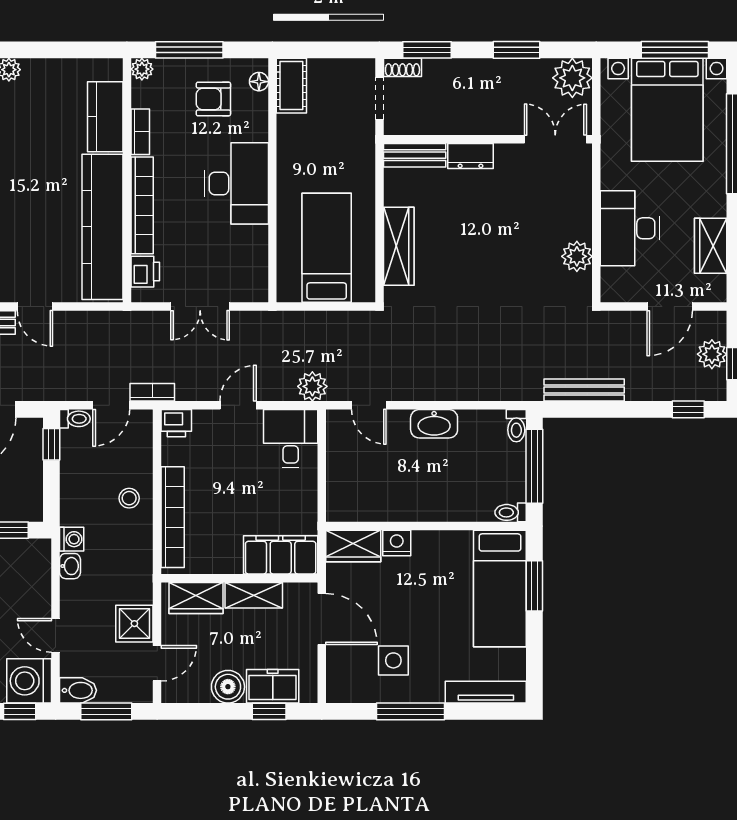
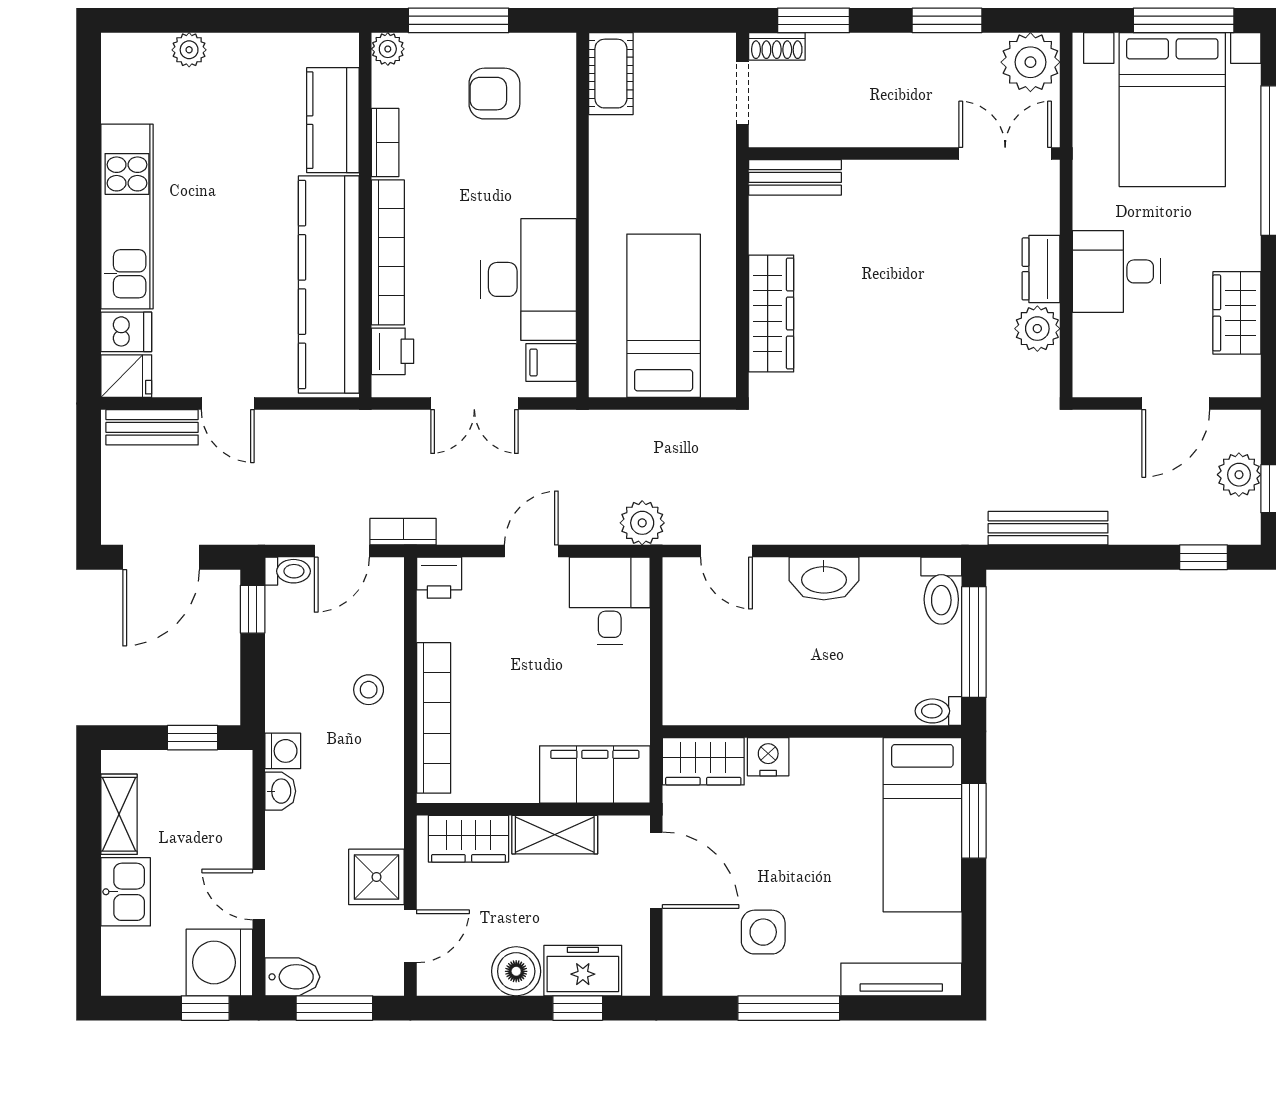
floor lamp: (259, 82) -> (562, 68), removed
dresser: (470, 156) -> (1041, 269), moved, turned 90
desk: (236, 183) -> (529, 279), moved
desk: (630, 228) -> (1116, 271), width x0.73
filing cabinet: (251, 279) -> (551, 362), added
toilet: (516, 426) -> (941, 591), width x1.37, depth x1.39

